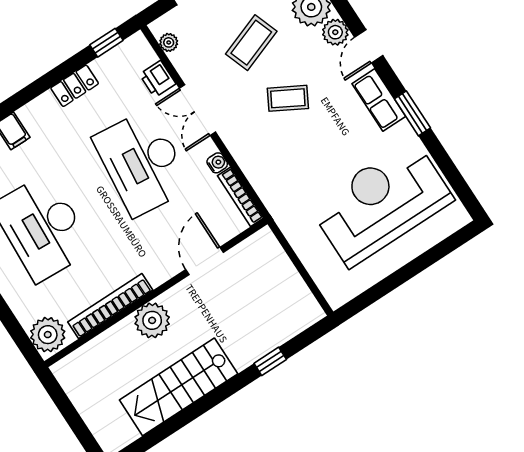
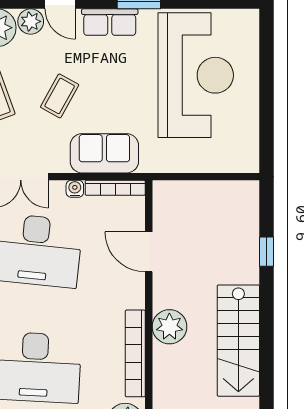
sofa: (264, 168) -> (104, 153), added
reception desk: (381, 203) -> (196, 75), turned 180

